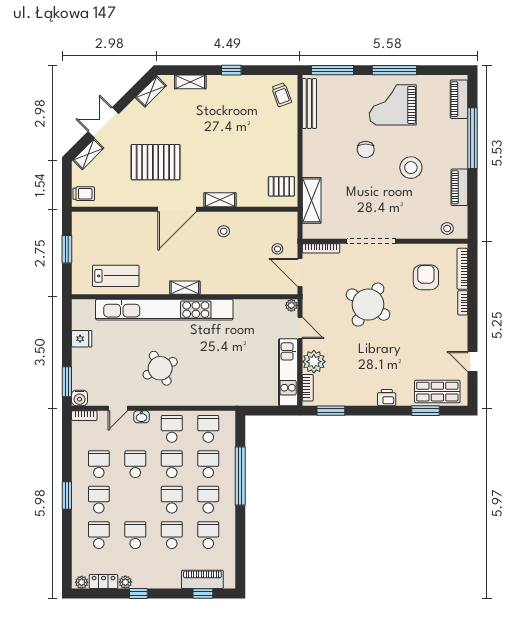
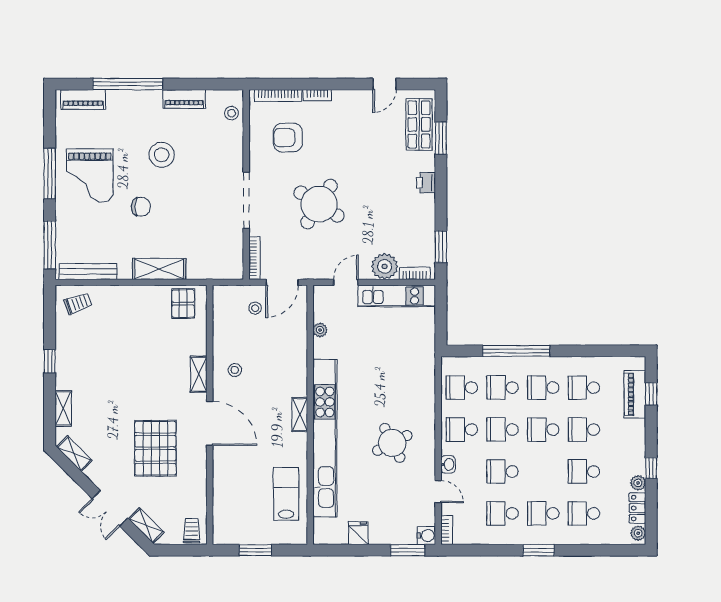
shelving: (312, 200) -> (159, 269), moved
plant: (291, 305) -> (320, 330), moved

